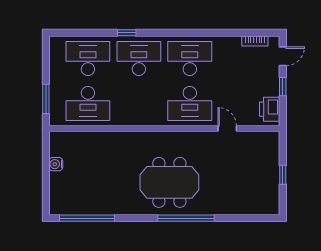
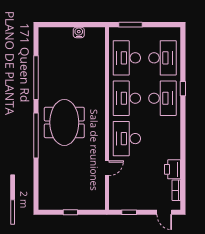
desk: (190, 59) -> (127, 98), moved, turned 180
window: (283, 87) -> (129, 212), moved
printer: (270, 109) -> (173, 169), moved, turned -90
window: (87, 218) -> (36, 78), moved

